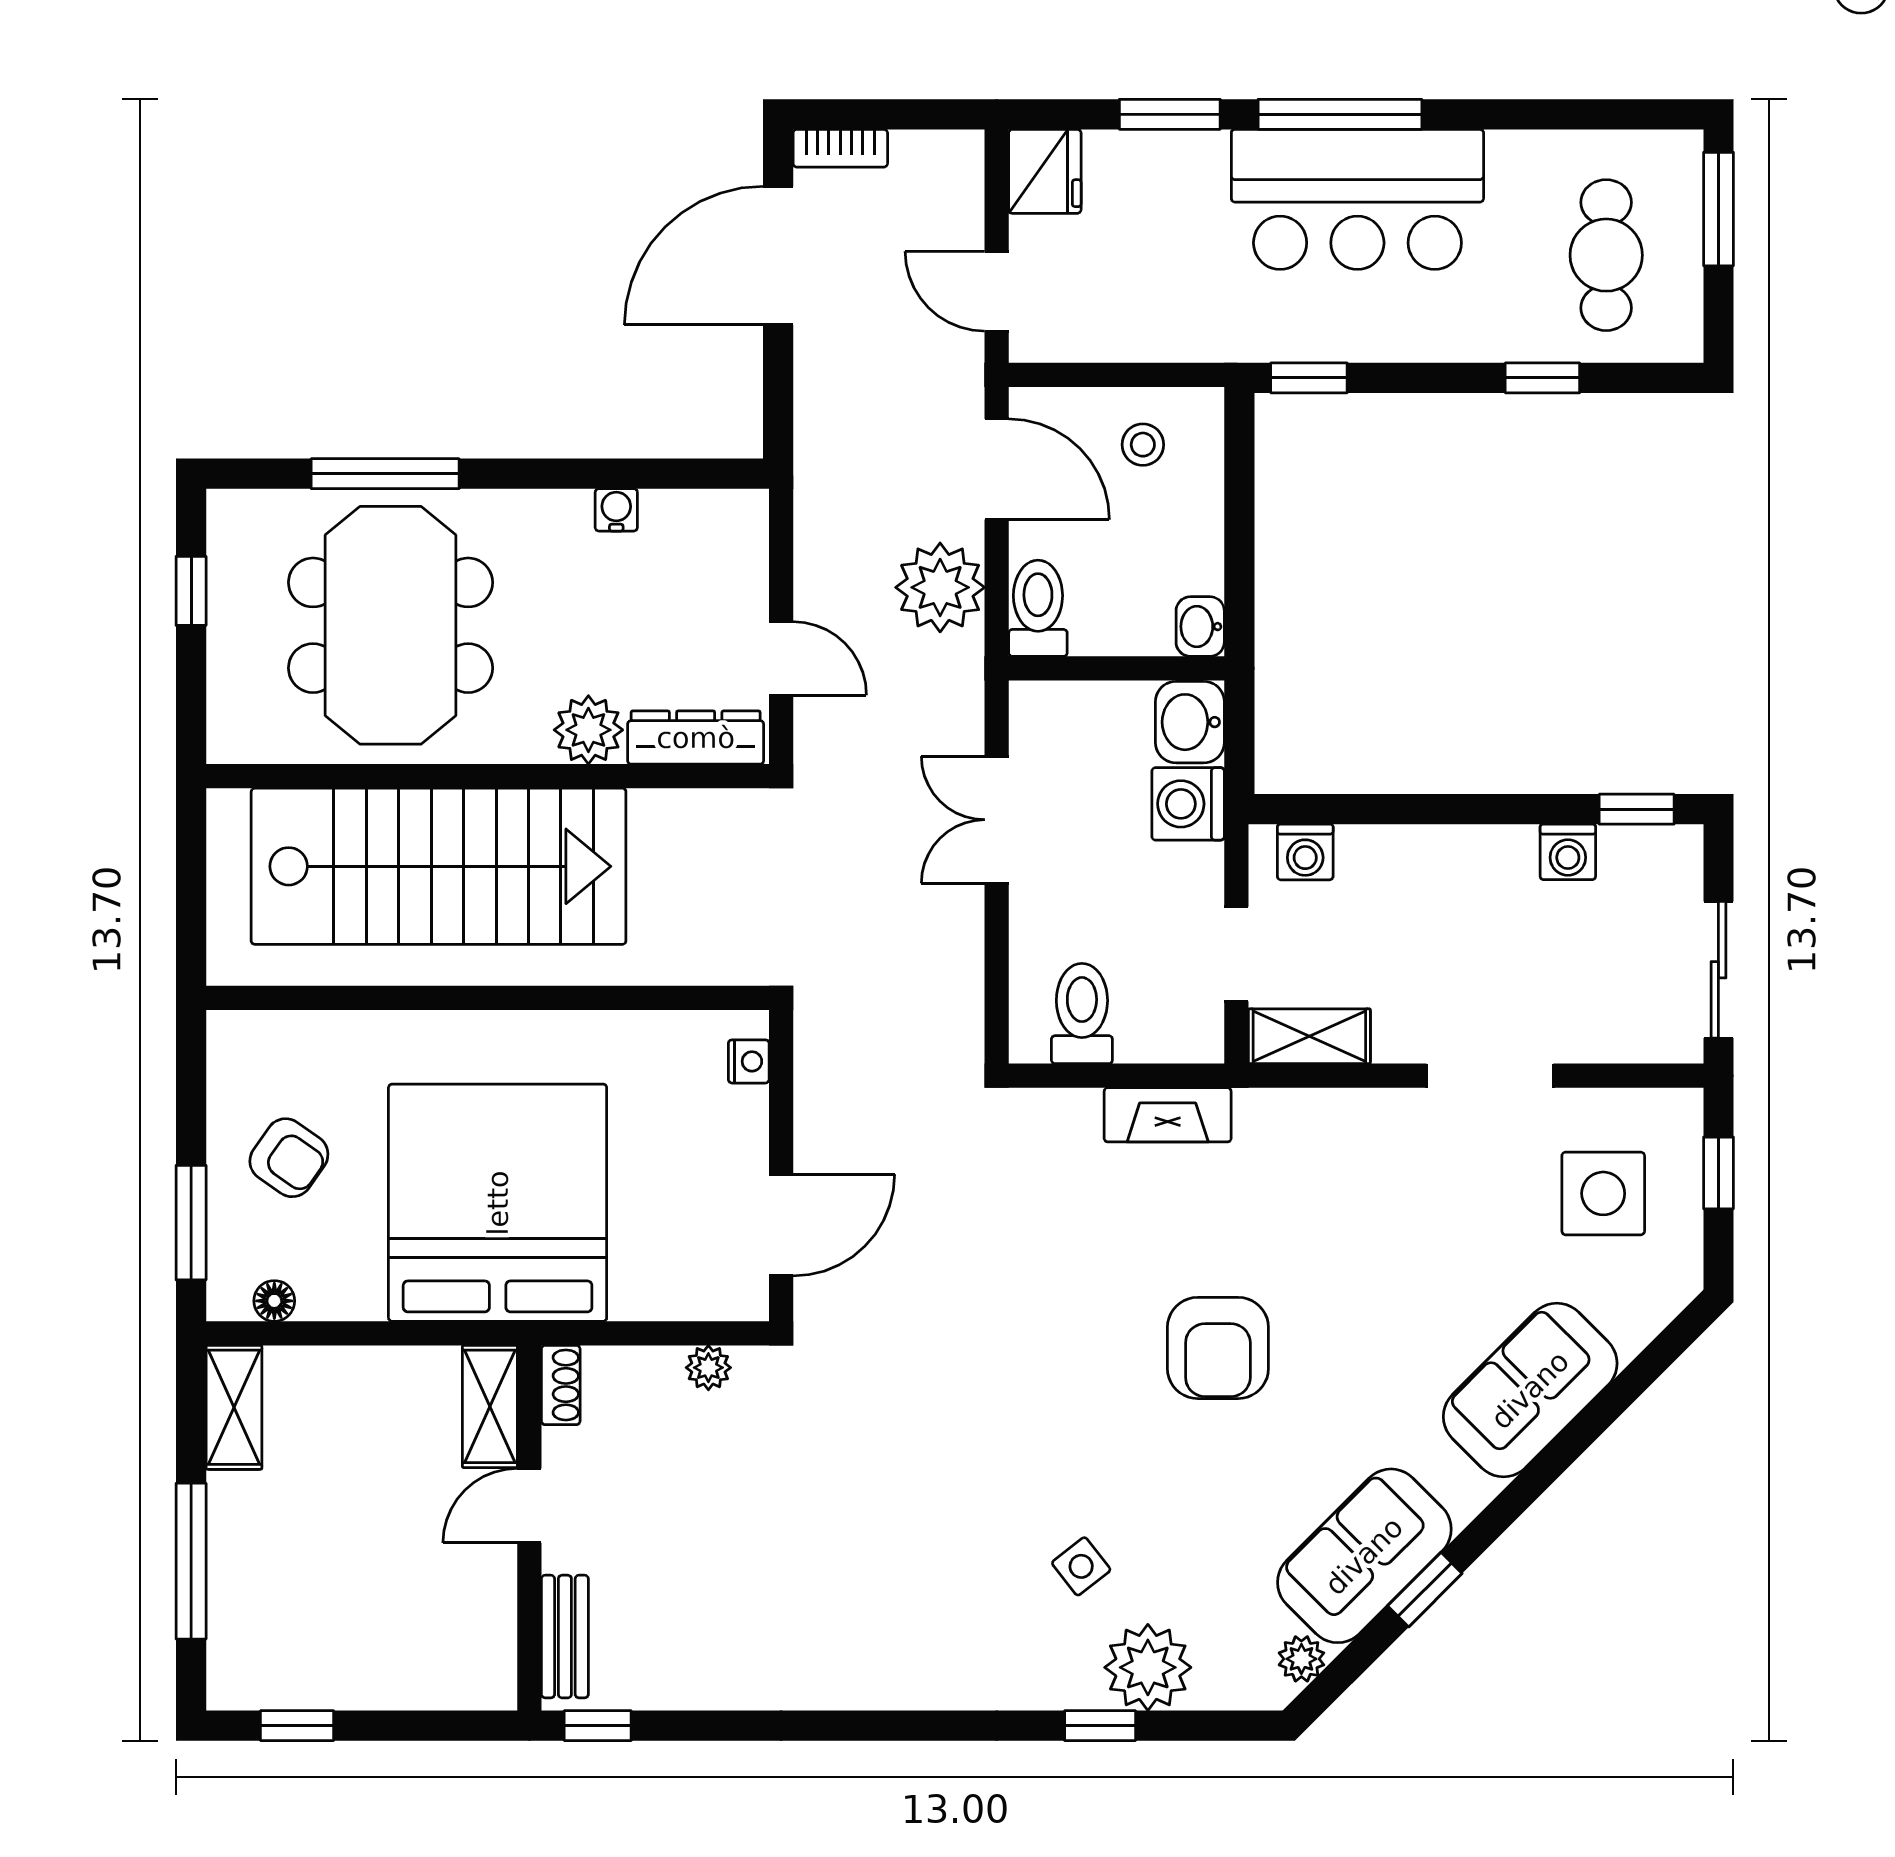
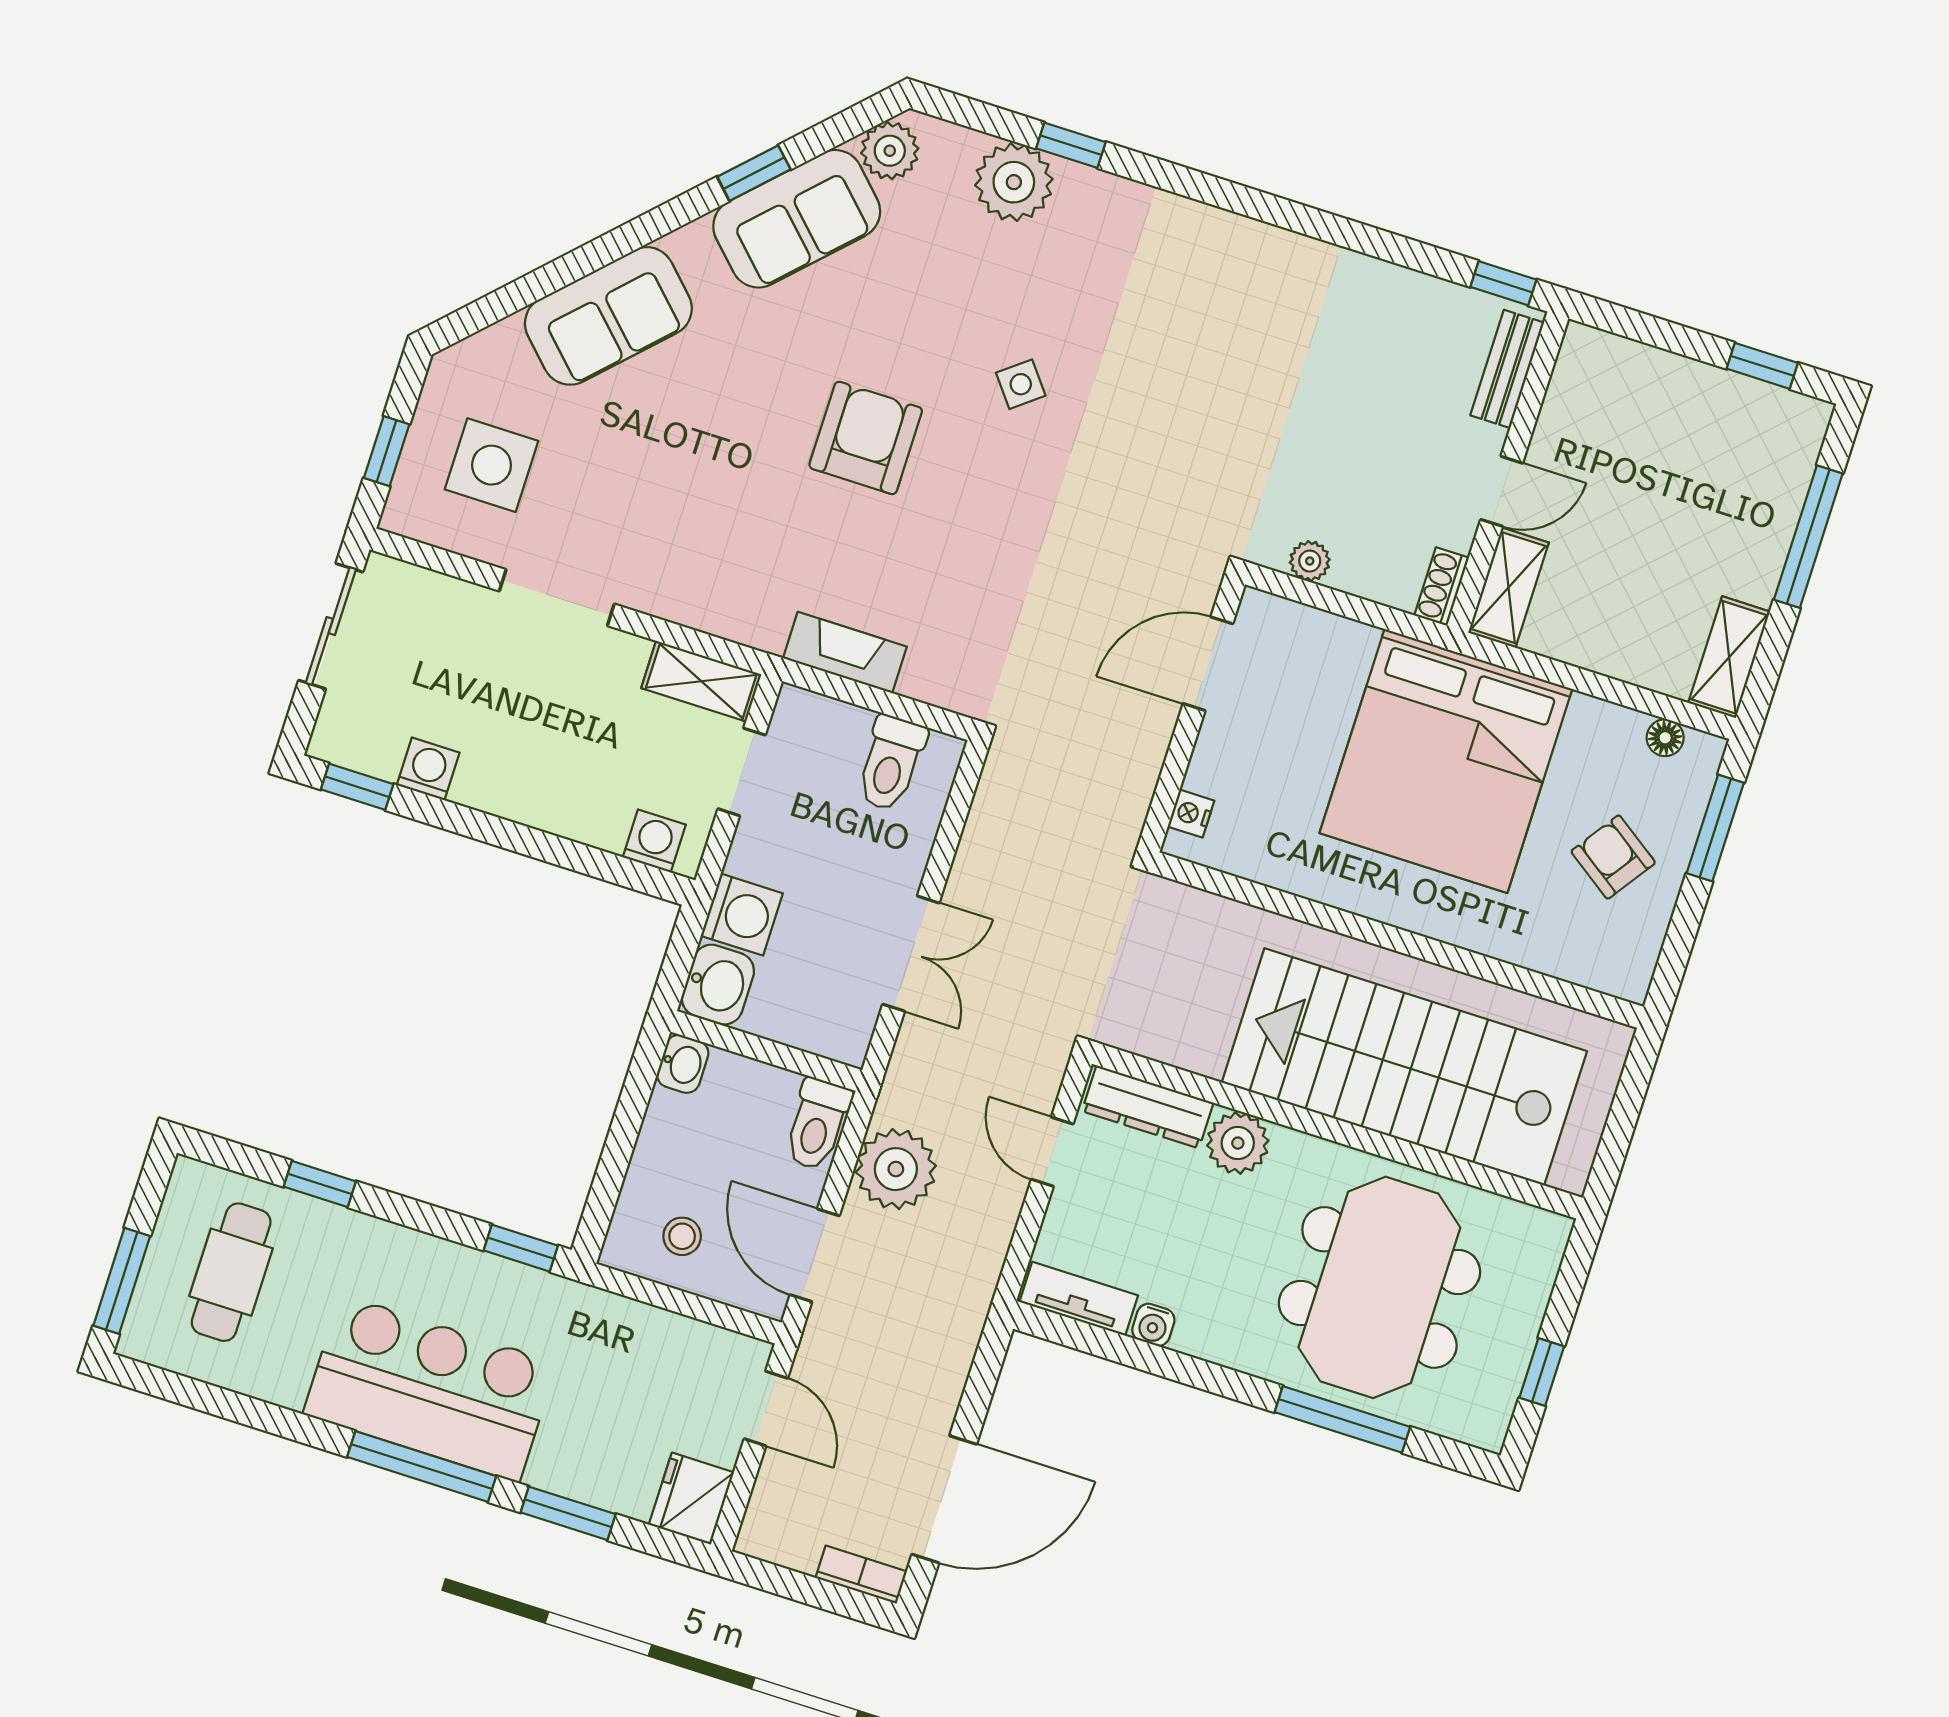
tv unit: (704, 512) -> (1079, 1299), added
side table: (1081, 1566) -> (1021, 384), moved
plant: (1301, 1659) -> (890, 151), width x1.38, depth x1.38

